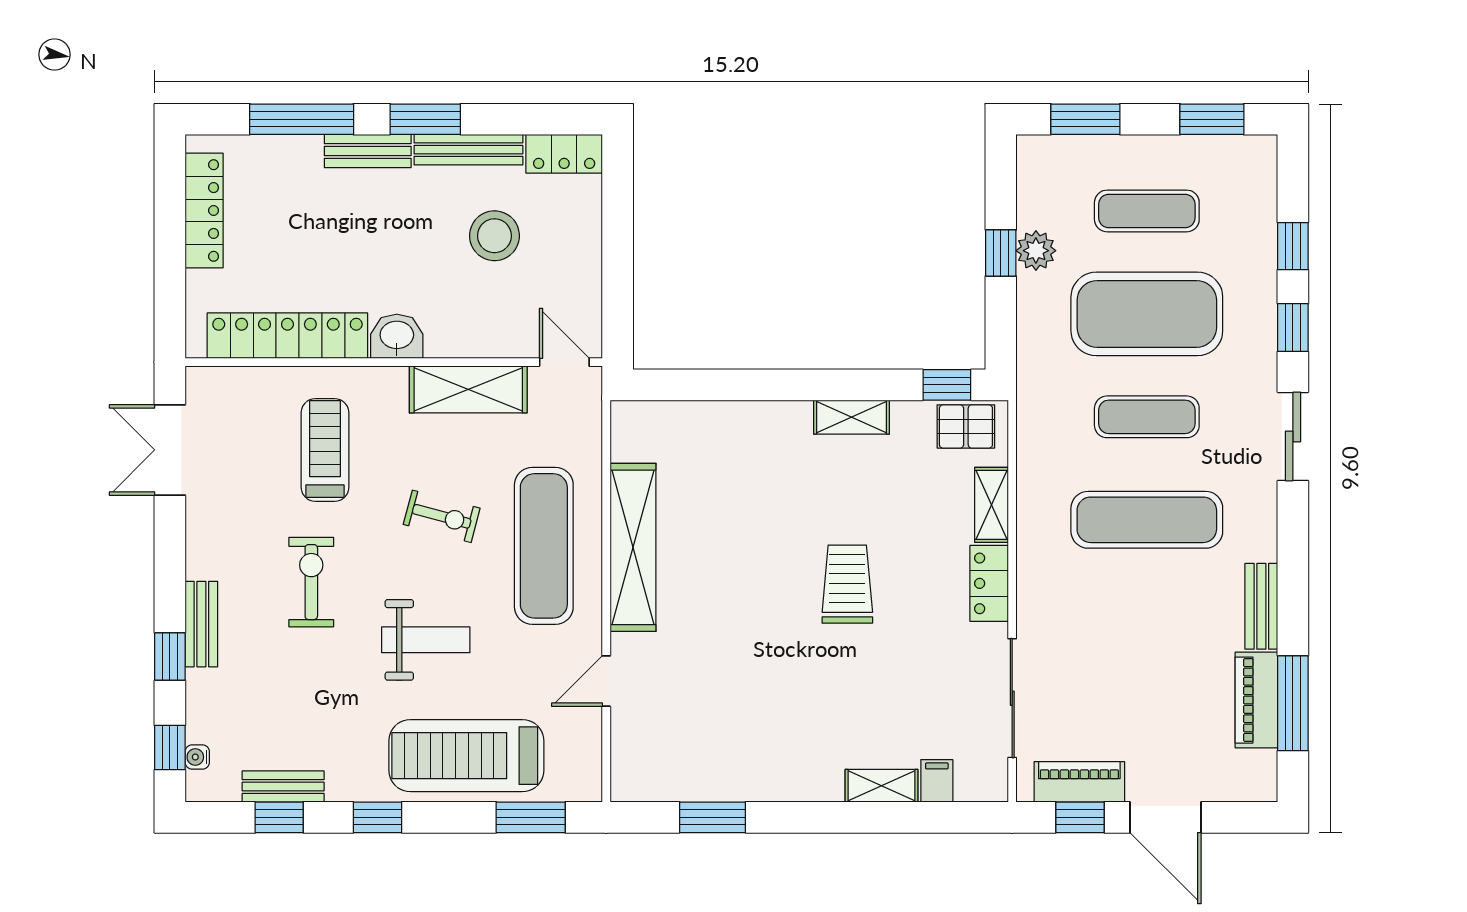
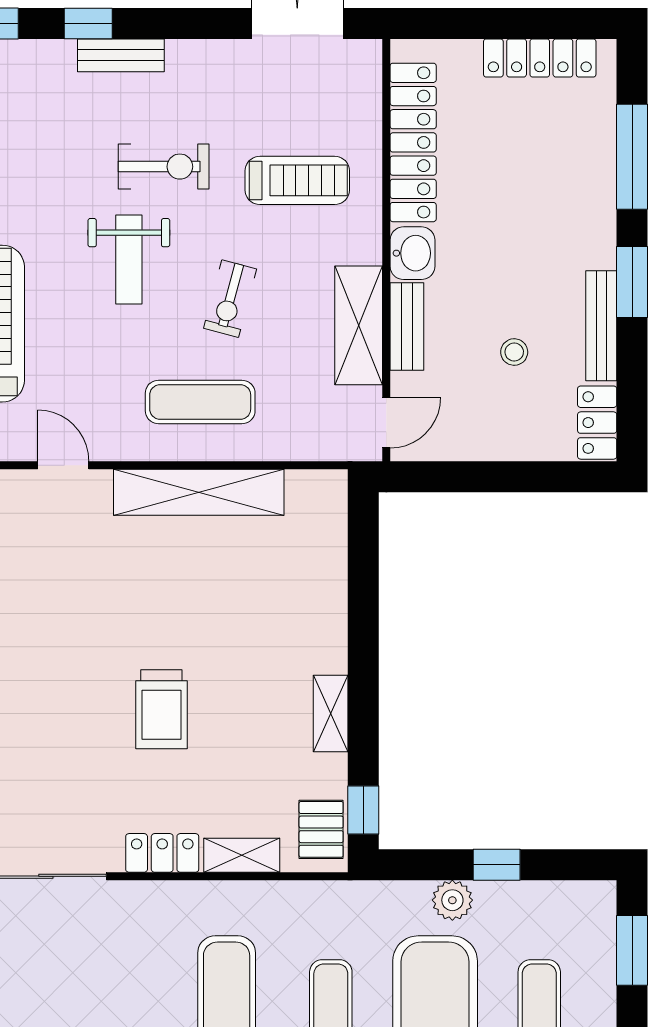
bench: (368, 151) -> (407, 327), moved
stool: (494, 236) -> (514, 352), width x0.53, depth x0.53
plant: (1036, 251) -> (452, 900), moved
exercise mat: (544, 546) -> (200, 402), width x0.73, depth x0.69
trolley: (847, 584) -> (161, 709), turned 90
weight bench: (426, 640) -> (129, 259), moved

